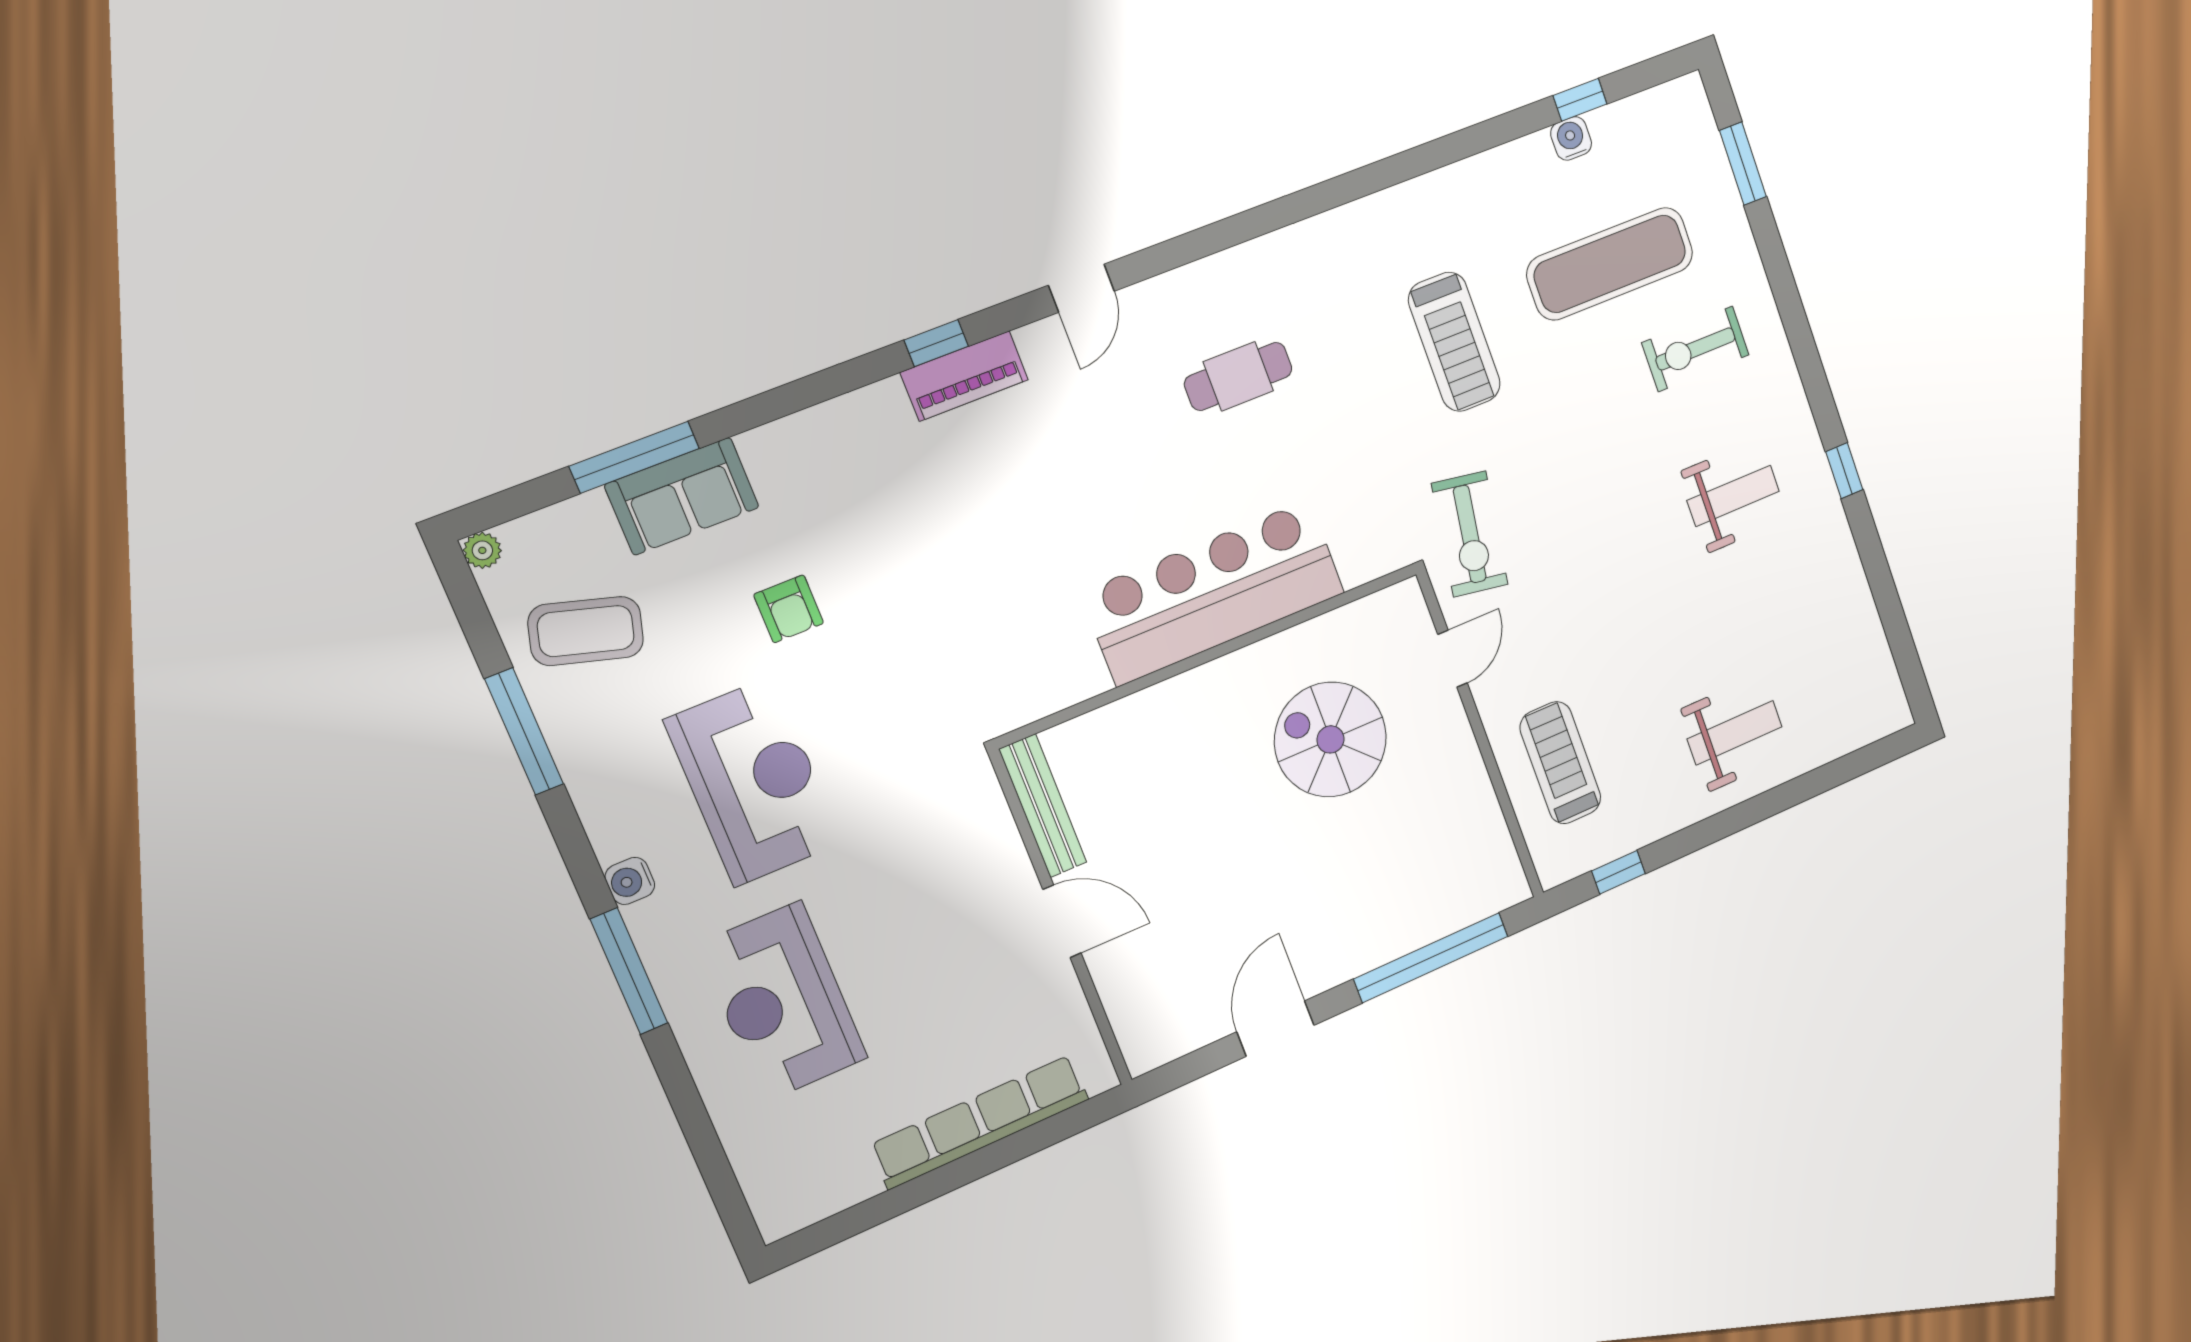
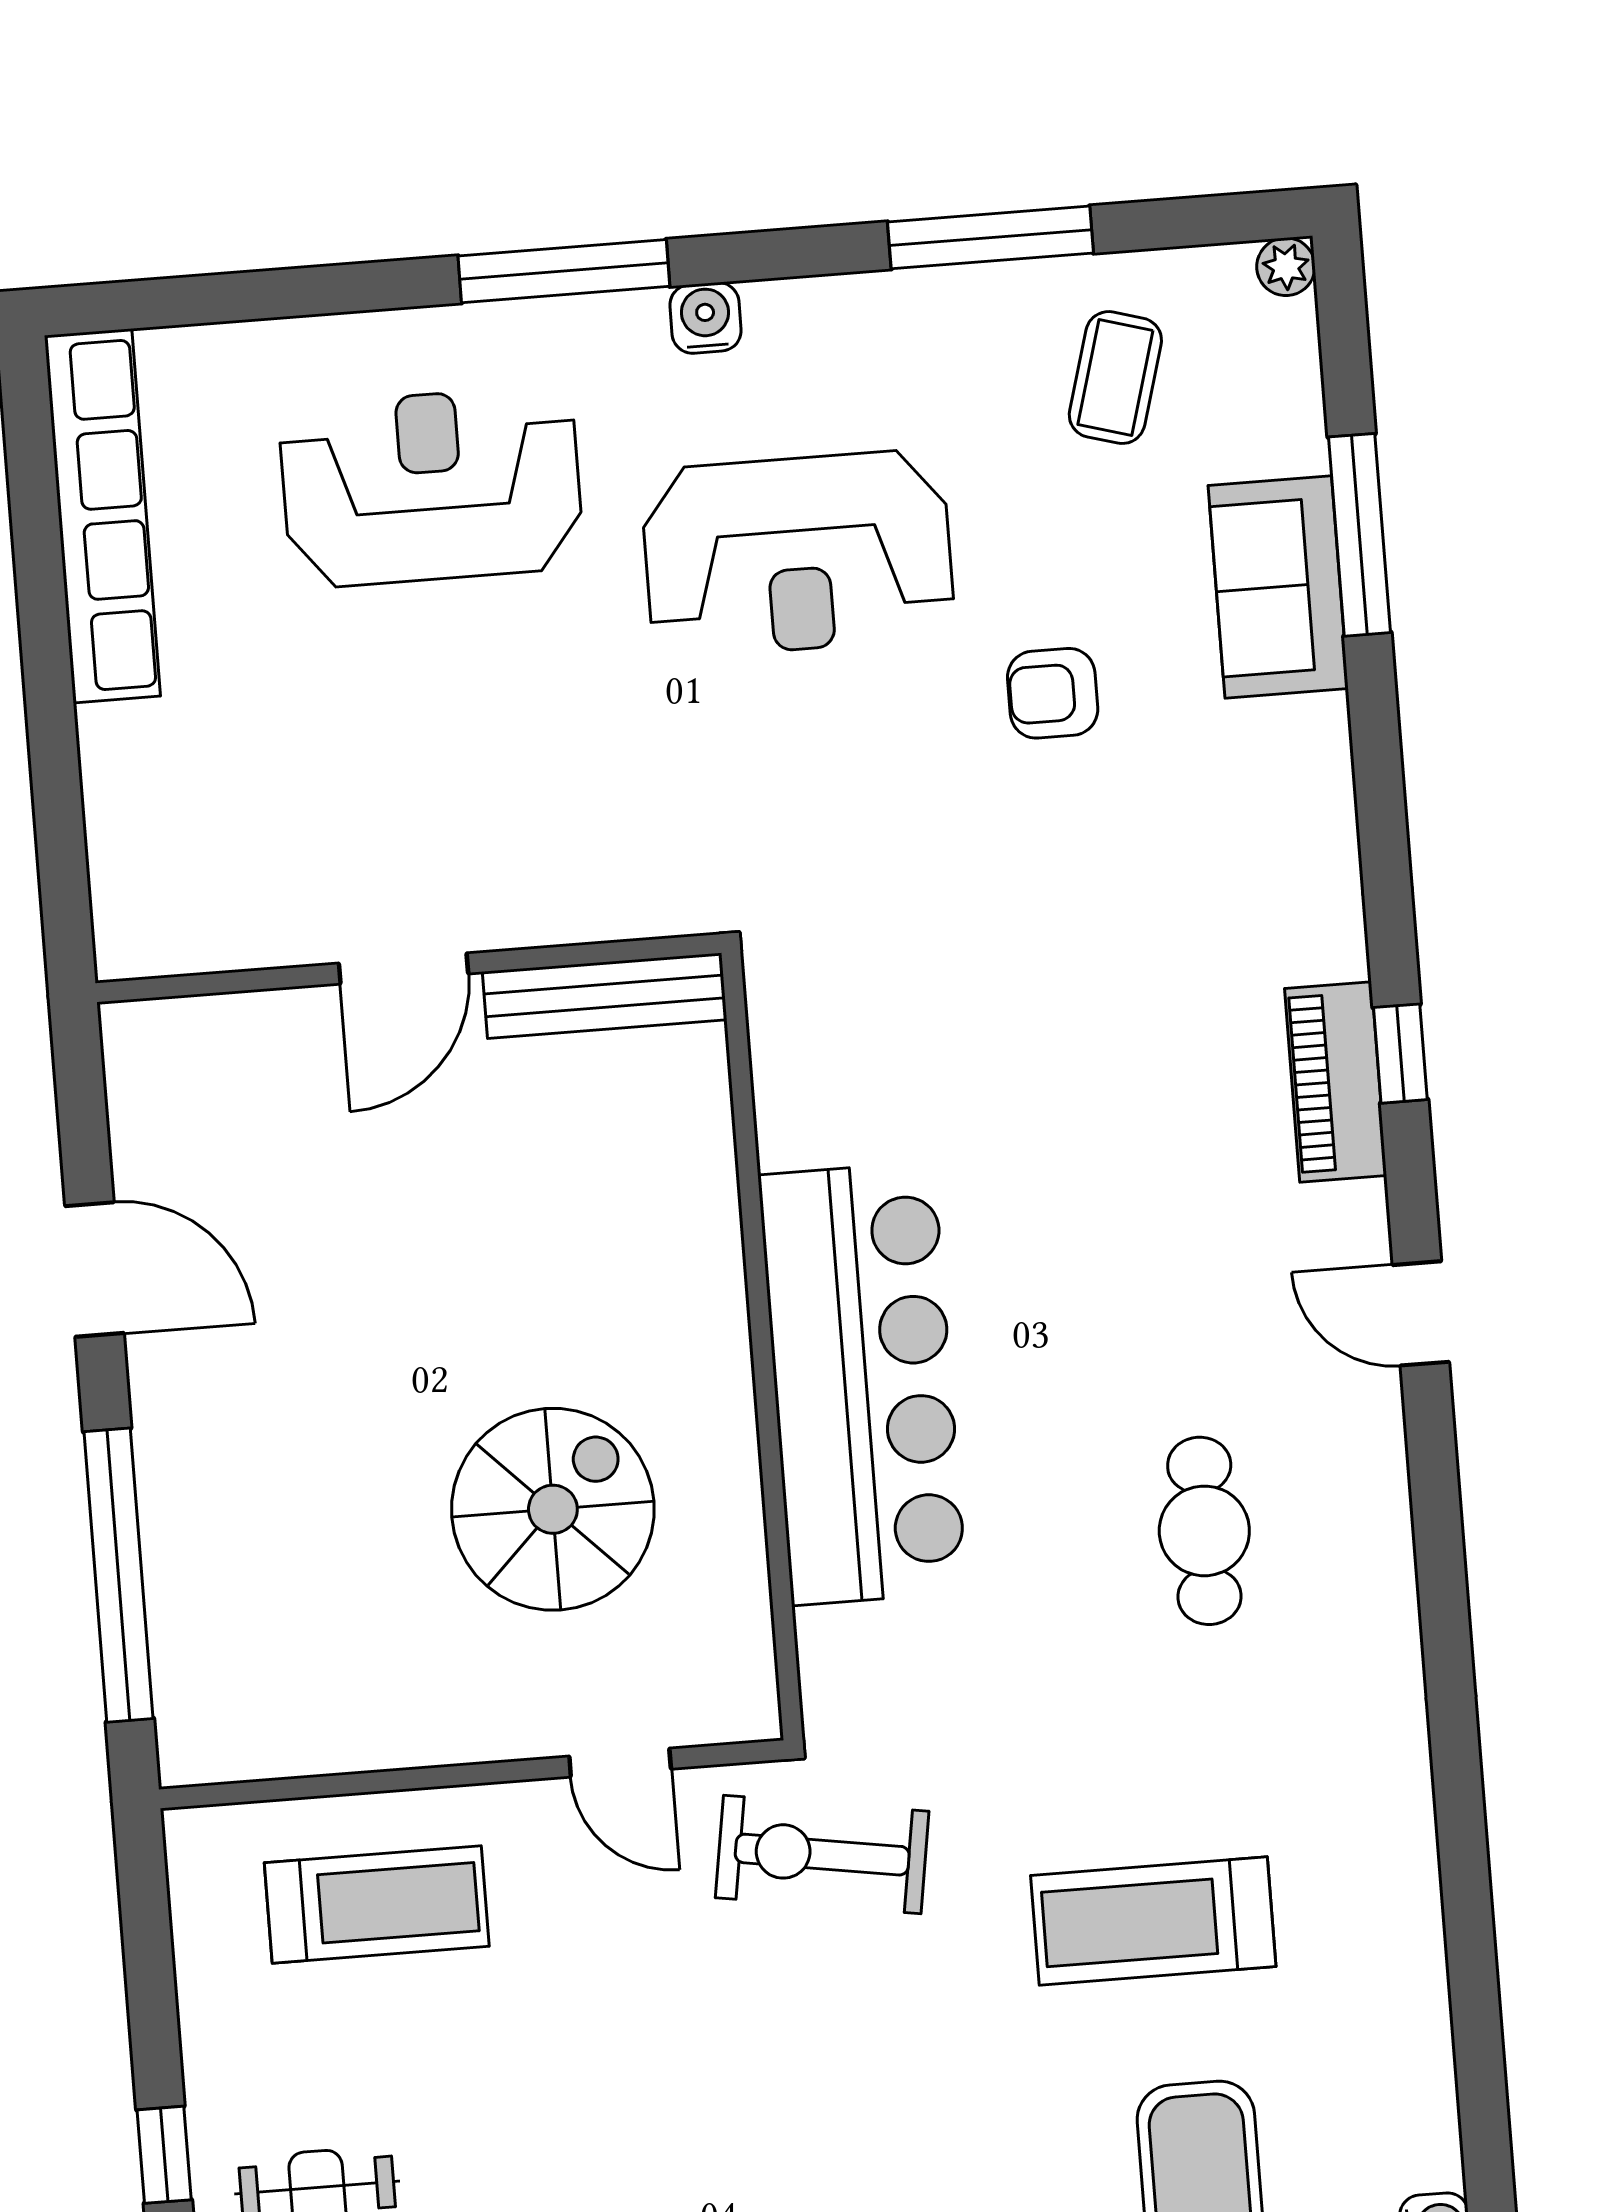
coffee table: (586, 631) -> (1115, 378), width x0.73, depth x0.77
window: (1618, 872) -> (164, 2155), moved
row of seats: (980, 1122) -> (102, 516), moved

